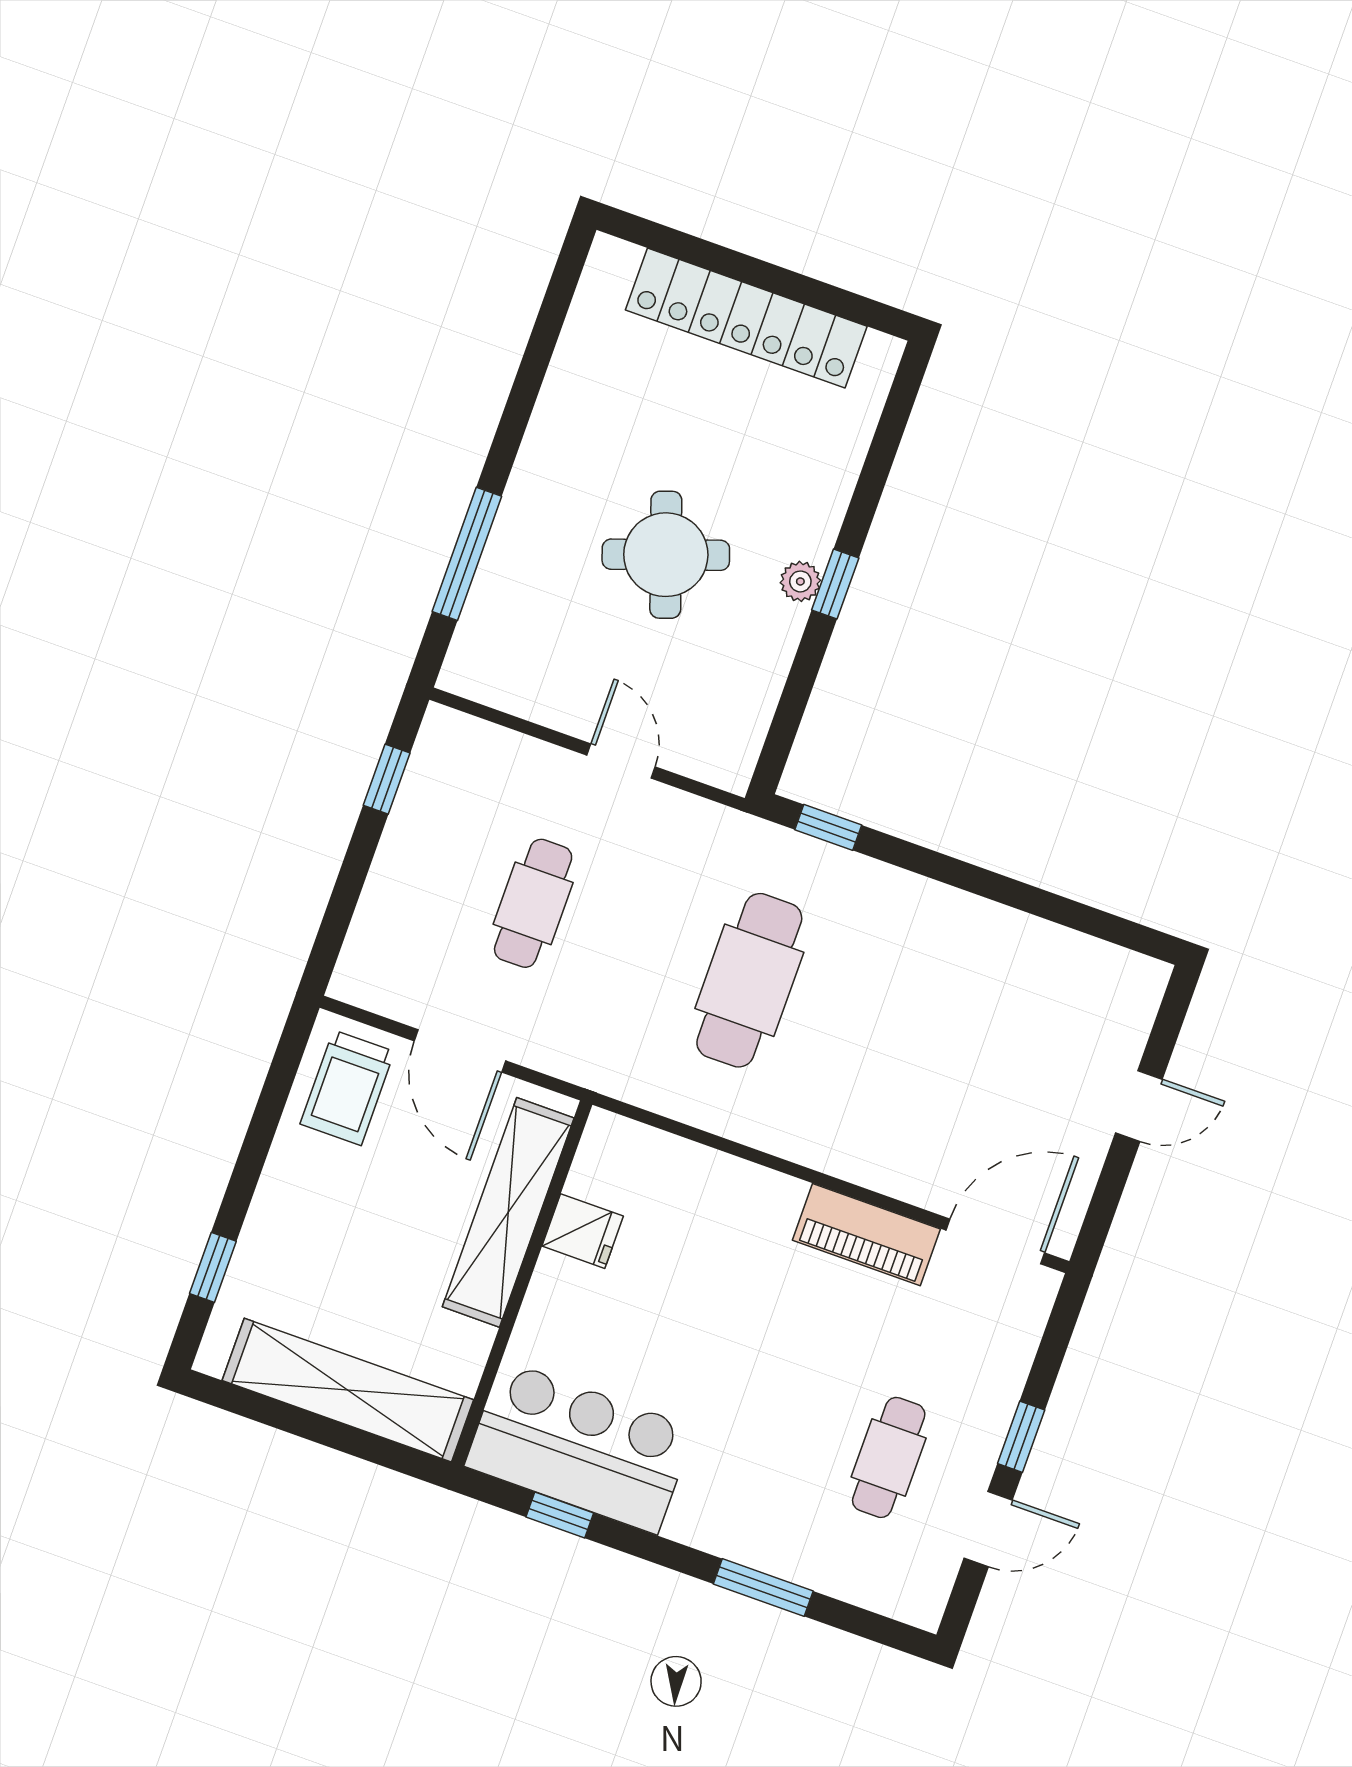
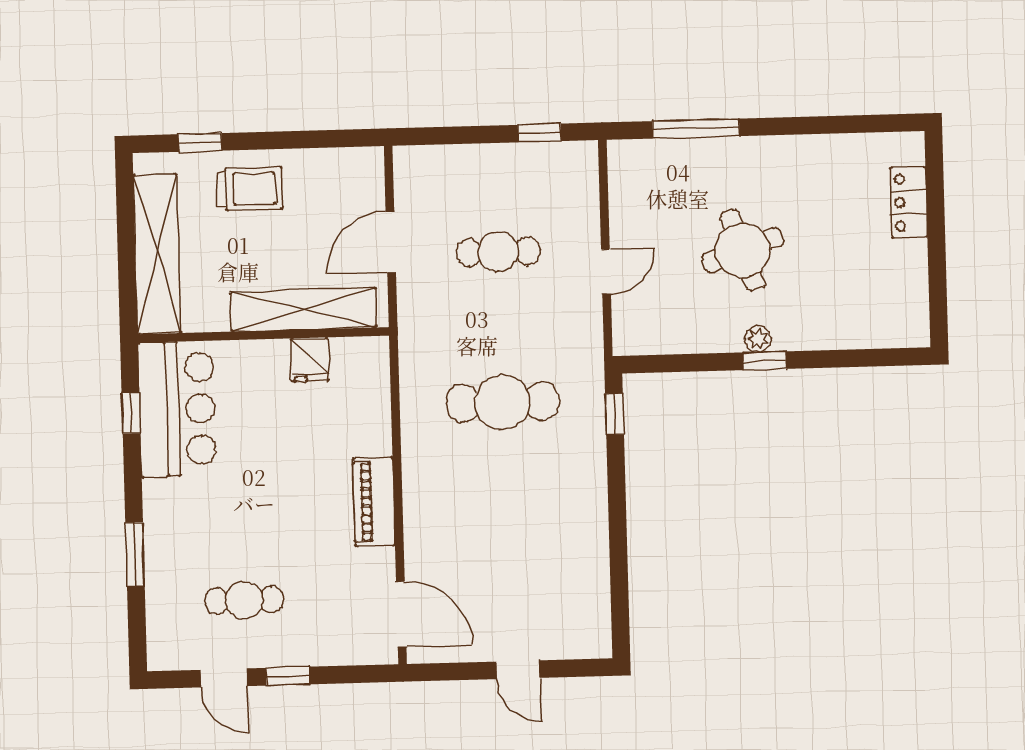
locker: (746, 318) -> (909, 202), width x0.46, depth x0.83
trolley: (347, 1088) -> (250, 189), moved, turned 180
piano: (866, 1235) -> (374, 502), moved

